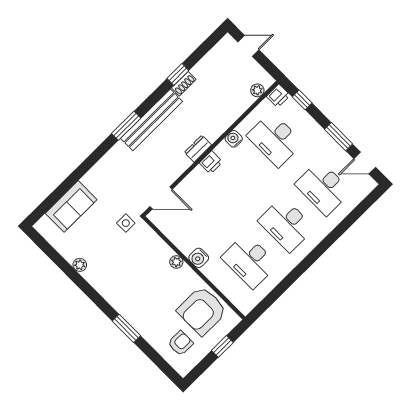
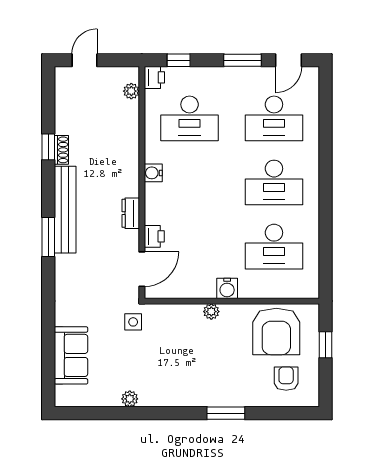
water cooler: (234, 139) -> (153, 173), moved
dresser: (198, 149) -> (131, 213), moved
printer: (211, 162) -> (154, 236), moved

